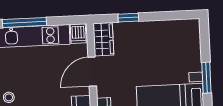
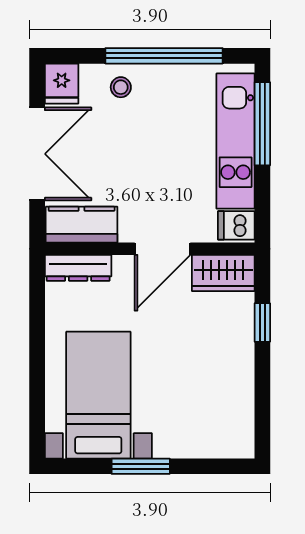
door: (92, 72) -> (163, 249), swing flipped

